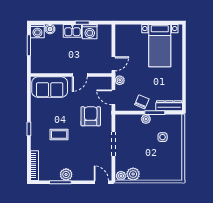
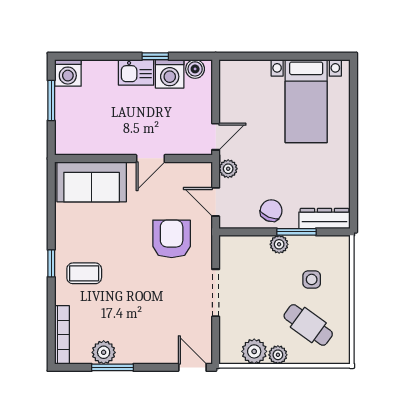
boiler: (50, 29) -> (195, 69), moved
coffee table: (59, 134) -> (84, 273), moved
cafe table: (161, 160) -> (308, 325), added
plant: (66, 174) -> (104, 352), moved
plant: (121, 176) -> (278, 355), moved

